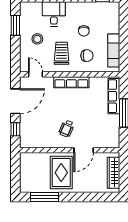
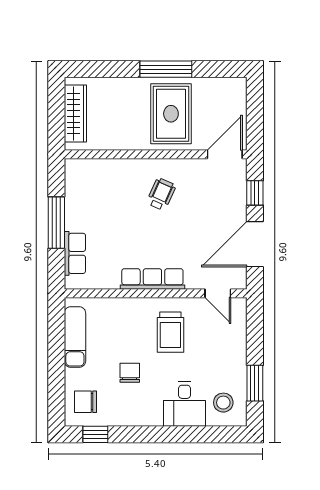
stool: (37, 39) -> (223, 403), moved
chair: (87, 56) -> (85, 402), moved
row of seats: (114, 96) -> (75, 253), width x0.68
door: (84, 150) -> (225, 154), moved
window: (45, 197) -> (166, 69), moved

